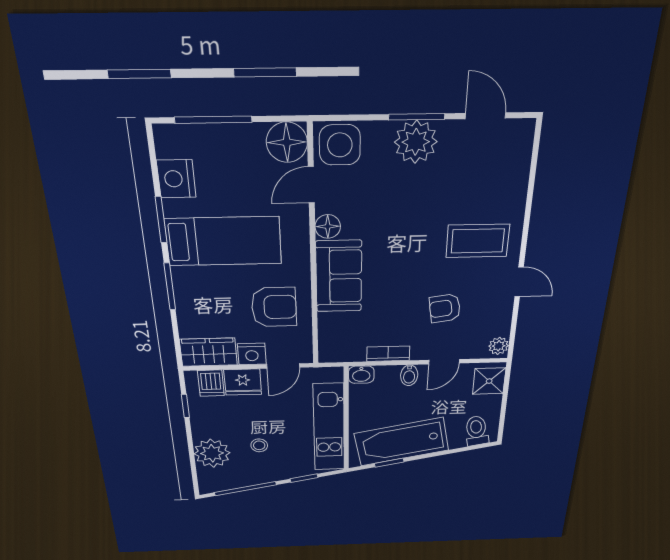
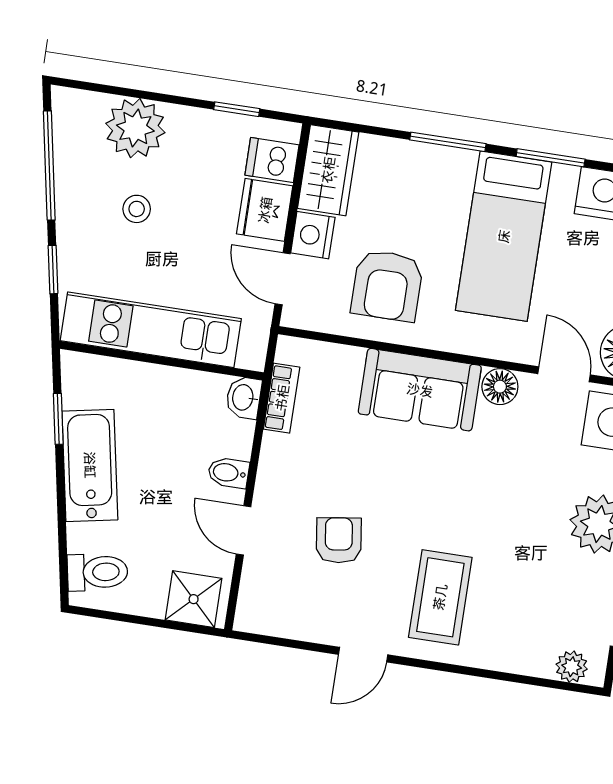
plant: (499, 346) -> (572, 667), moved
bookcase: (388, 354) -> (282, 398), moved
bathtub: (402, 442) -> (90, 465), width x0.73, depth x0.73

